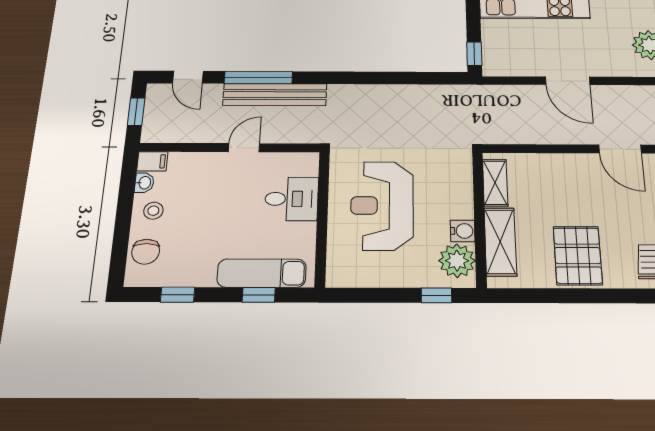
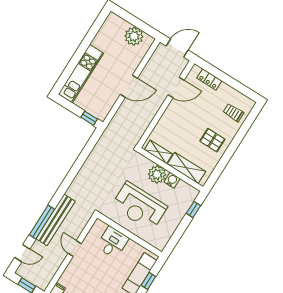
pallet: (578, 255) -> (212, 140), width x0.67, depth x0.71
plant: (457, 261) -> (157, 174), moved

